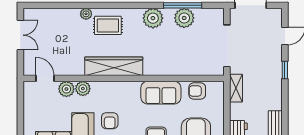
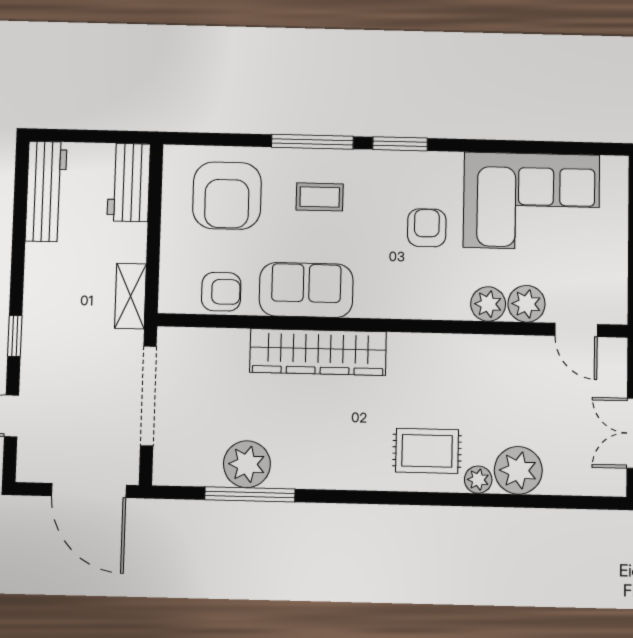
plant: (153, 18) -> (518, 470), moved
wardrobe: (114, 66) -> (318, 352), moved

